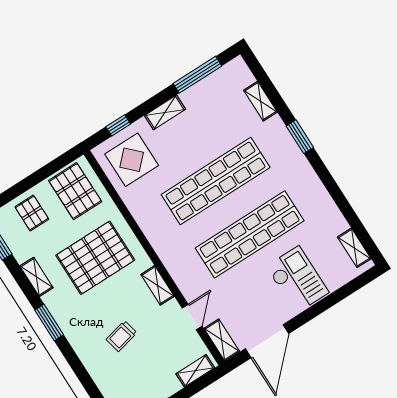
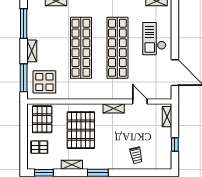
window: (118, 125) -> (24, 78), width x2.17
pallet: (75, 191) -> (42, 119), turned 90
checkout: (297, 280) -> (154, 39), turned -90
trolley: (122, 336) -> (136, 155), moved
shelving: (222, 340) -> (160, 94), removed

